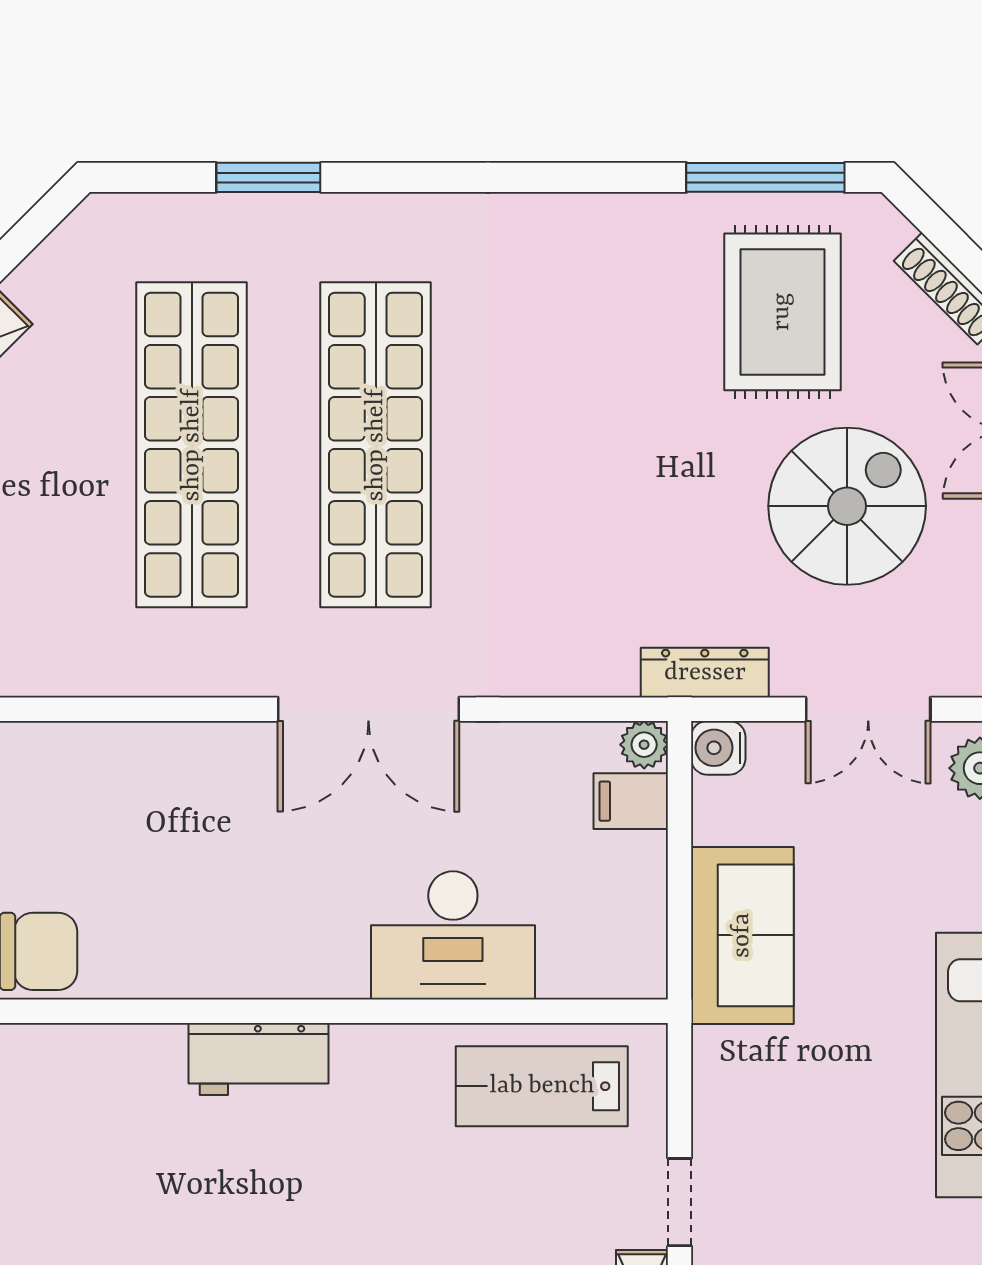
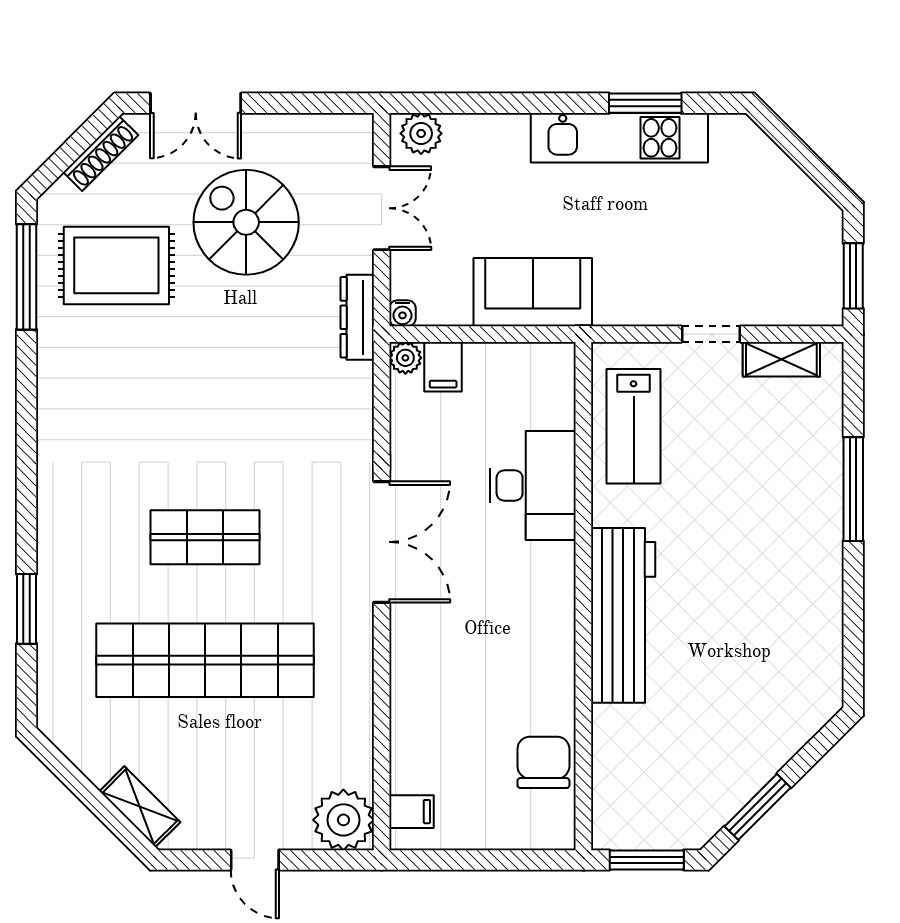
shop shelf: (376, 445) -> (205, 537), width x0.50, depth x0.74
water cooler: (718, 748) -> (402, 313), width x0.72, depth x0.72
workbench: (259, 1059) -> (623, 615), width x1.88, depth x1.32

